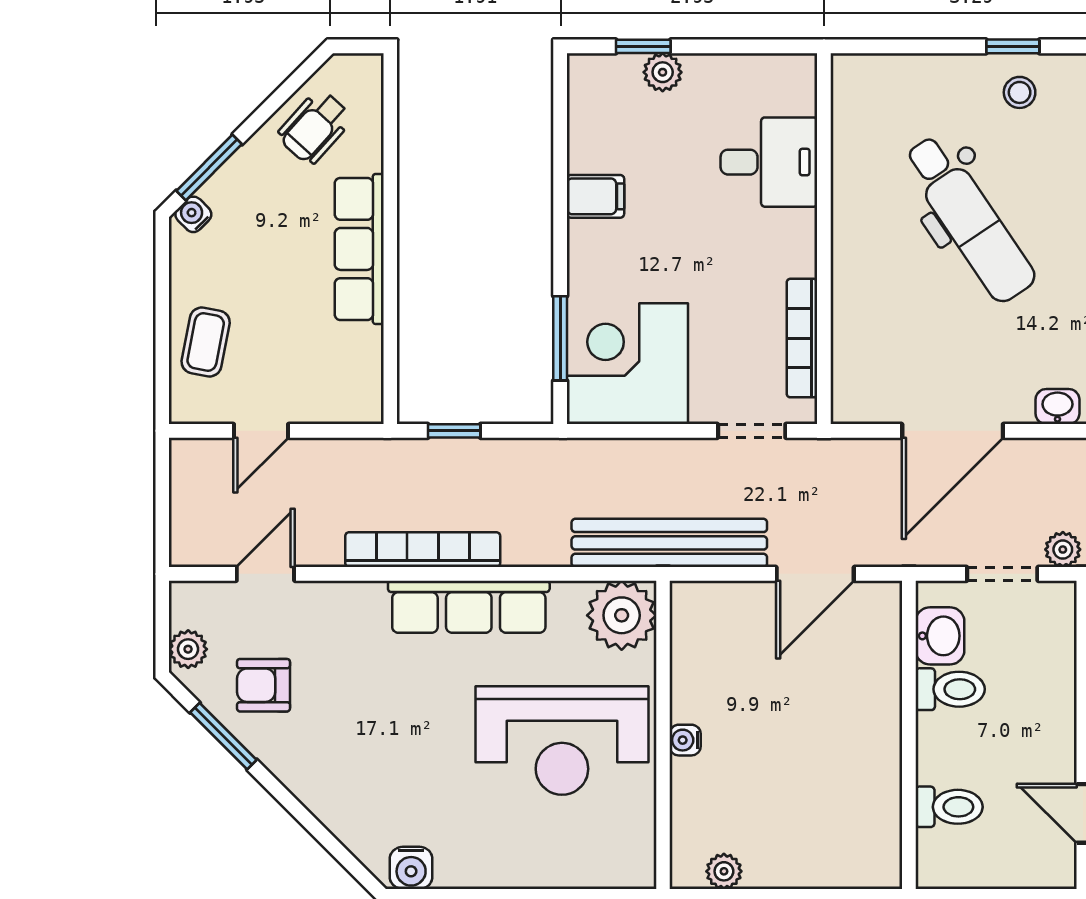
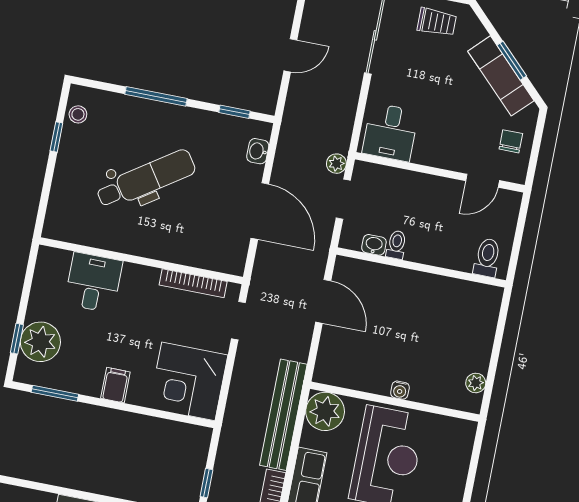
plant: (663, 72) -> (40, 342), width x1.87, depth x1.87
stool: (1020, 92) -> (78, 114), moved
filing cabinet: (595, 196) -> (115, 385), moved
window: (560, 338) -> (55, 393), moved
bench: (669, 543) -> (283, 415), moved
washbasin: (940, 636) -> (374, 245), width x0.72, depth x0.69
toilet: (950, 689) -> (396, 245), width x0.73, depth x0.72
toilet: (949, 807) -> (487, 258), moved

